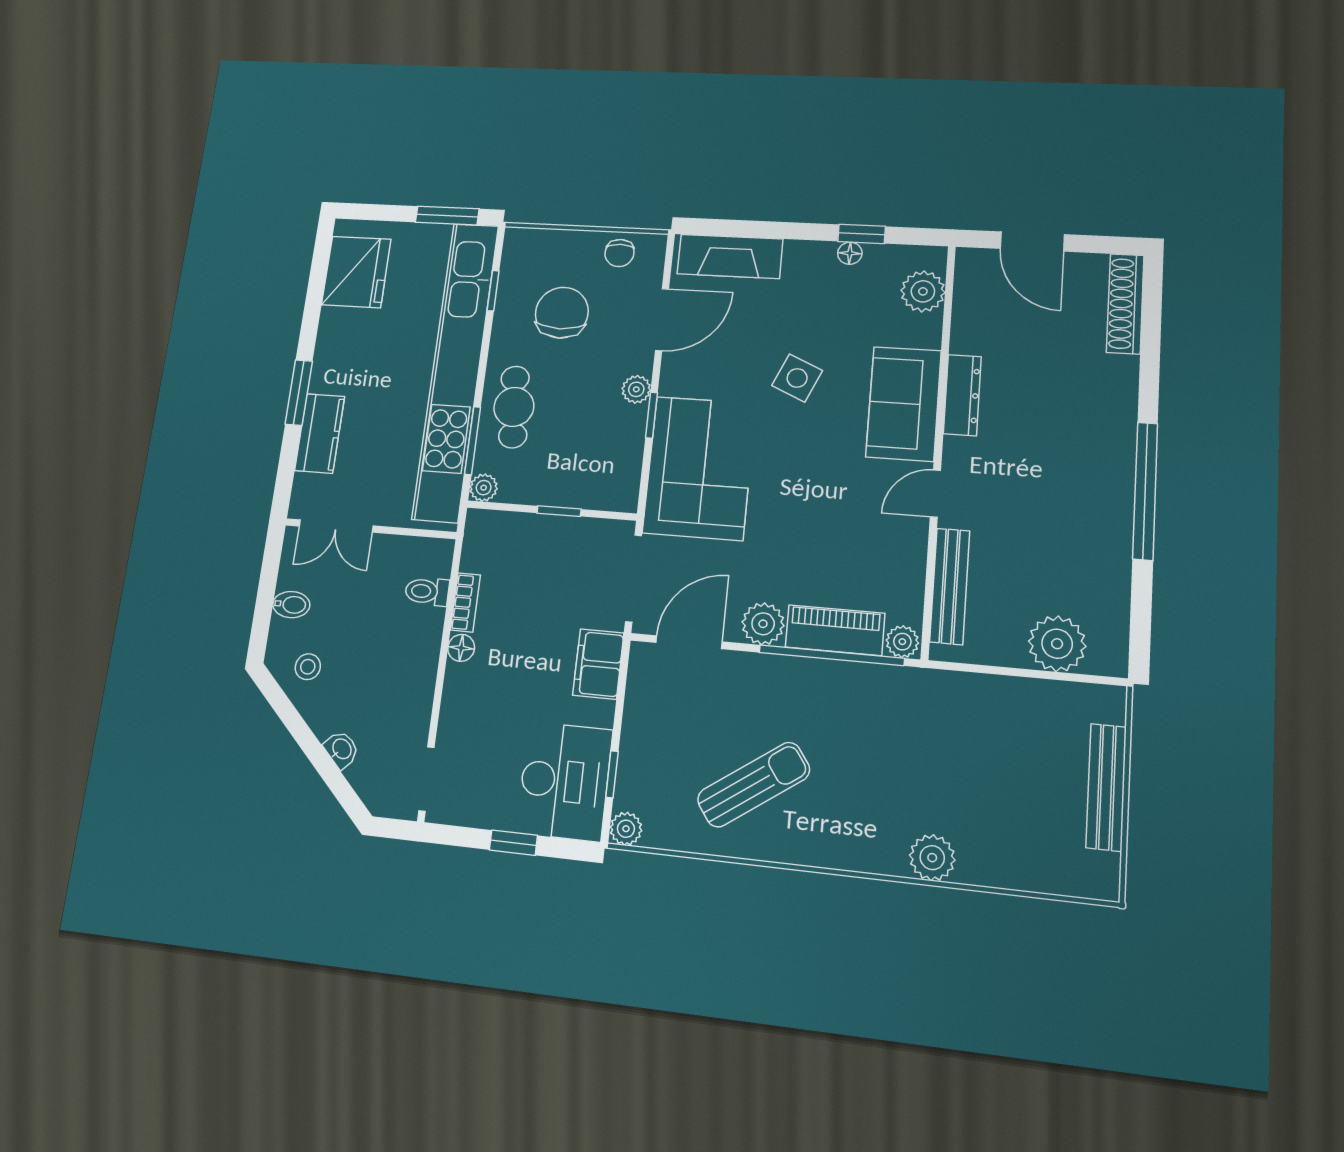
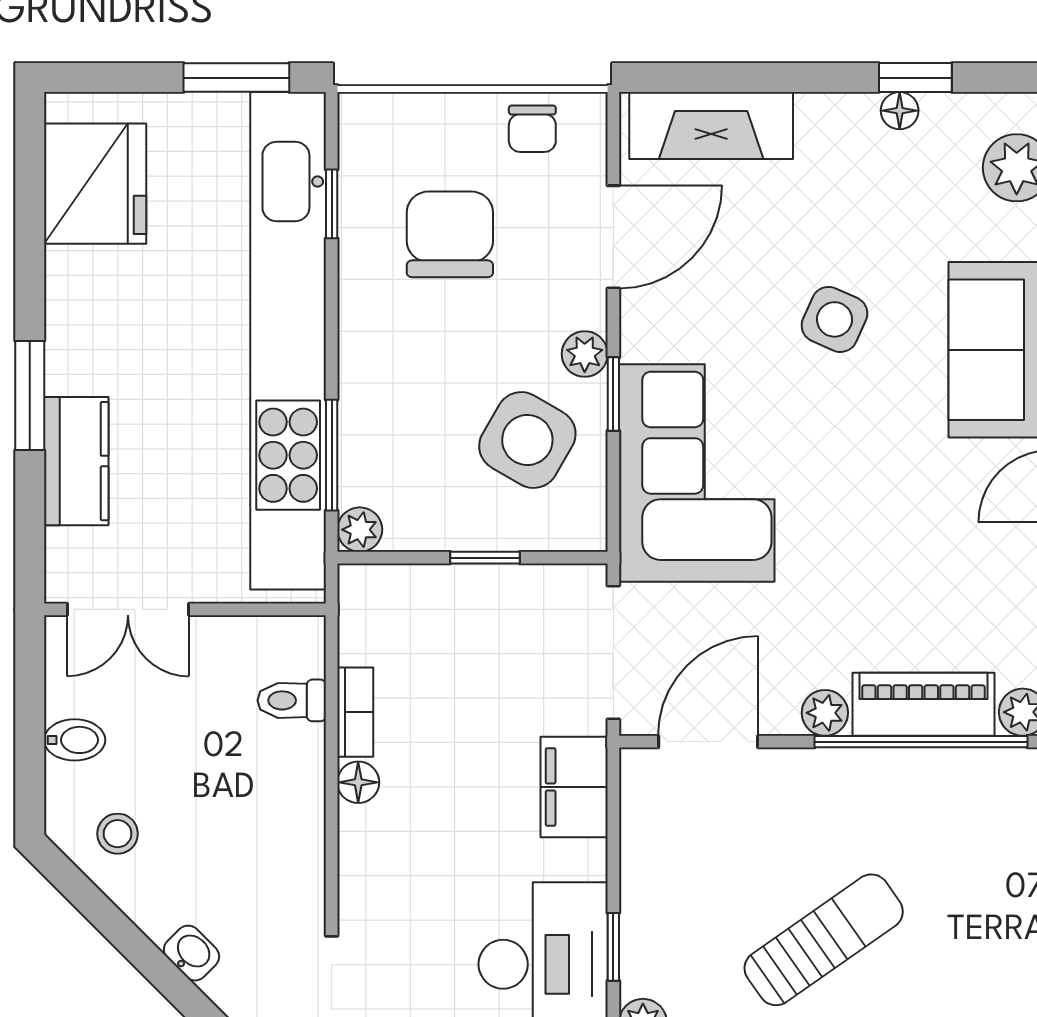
cafe table: (514, 407) -> (391, 396), removed
side table: (594, 440) -> (527, 440), added
plant: (763, 624) -> (825, 713), width x0.73, depth x0.73

